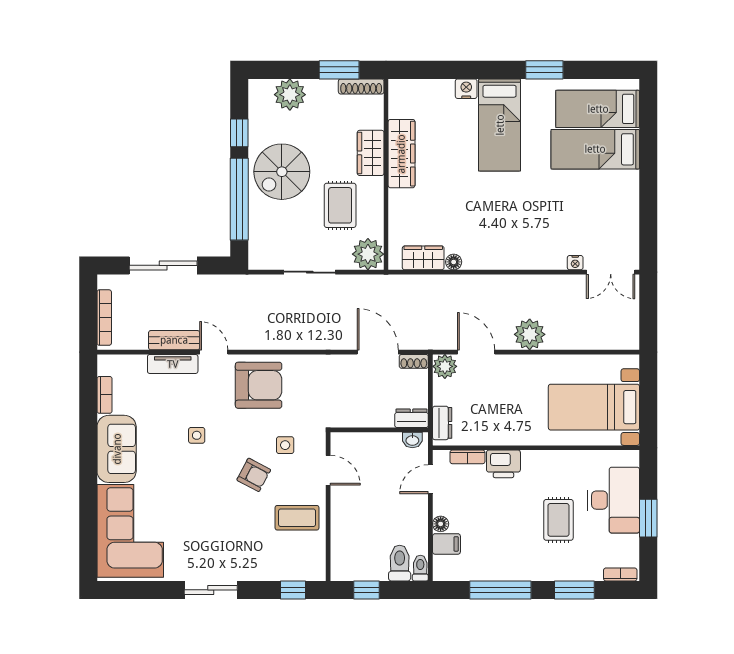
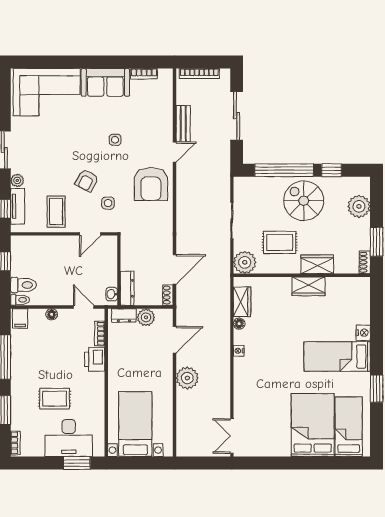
shoe rack: (361, 86) -> (365, 262), width x0.70
bed: (595, 149) -> (313, 425), width x1.50
wardrobe: (401, 154) -> (309, 286), width x0.67
nightstand: (575, 263) -> (239, 351), moved
tv unit: (173, 364) -> (18, 206), moved, turned 180
plant: (445, 366) -> (146, 317), moved
dresser: (412, 418) -> (127, 288), width x1.44
window: (648, 518) -> (77, 463), moved
filing cabinet: (446, 544) -> (20, 319), moved
plant: (254, 572) -> (17, 180), added

